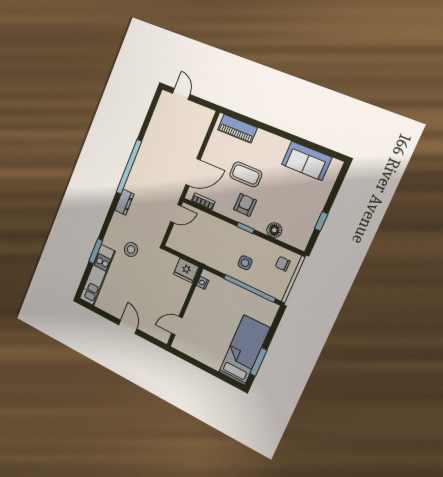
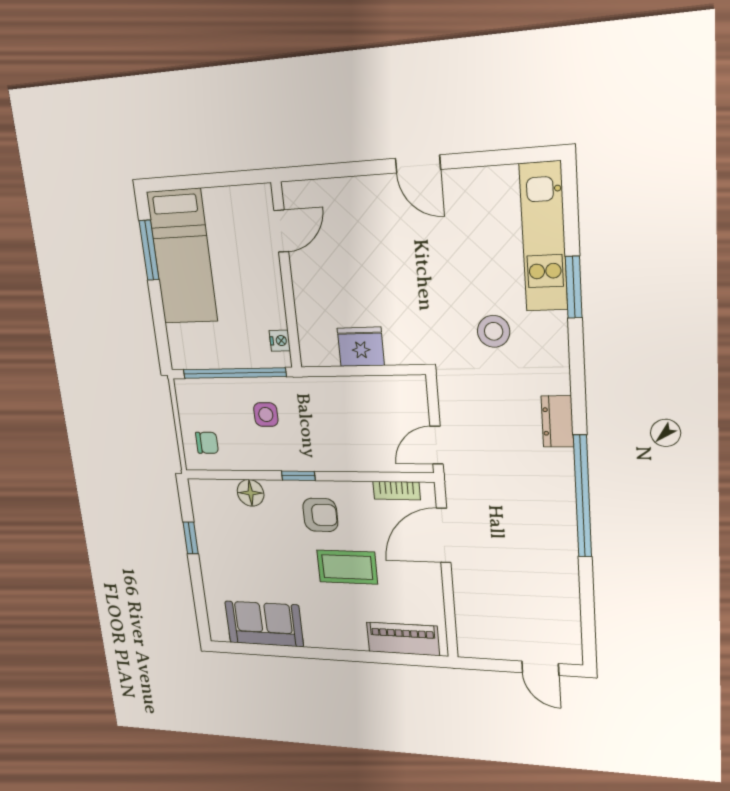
armchair: (245, 205) -> (320, 515), turned -90
nightstand: (203, 283) -> (280, 341), moved
wall: (185, 307) -> (286, 277), moved
door: (177, 326) -> (281, 231), moved

